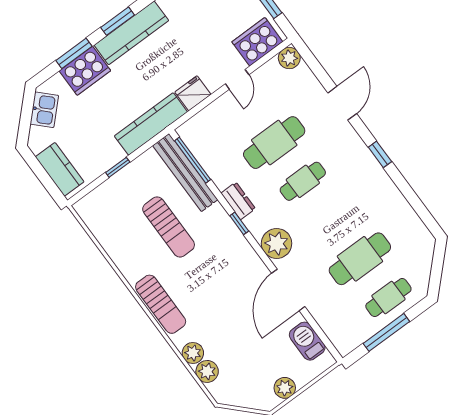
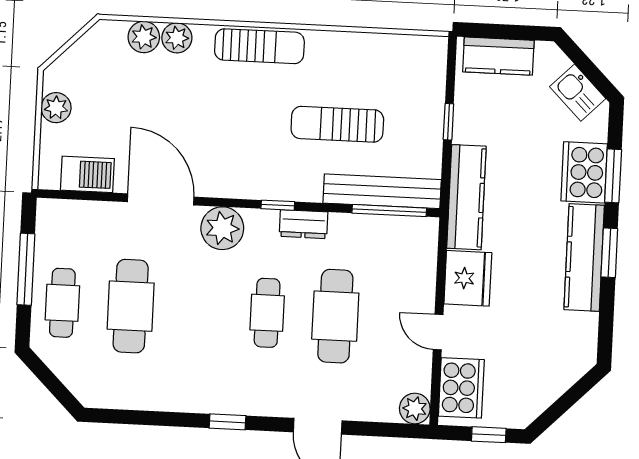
fridge: (193, 93) -> (468, 278), width x1.36, depth x1.34
sun lounger: (161, 304) -> (259, 46), turned 180

